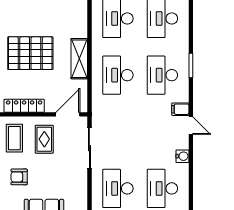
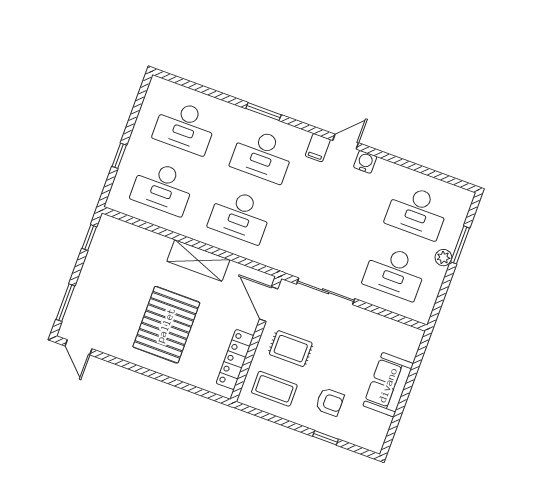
water cooler: (182, 156) -> (365, 162), moved
armchair: (19, 177) -> (330, 402), turned -90

